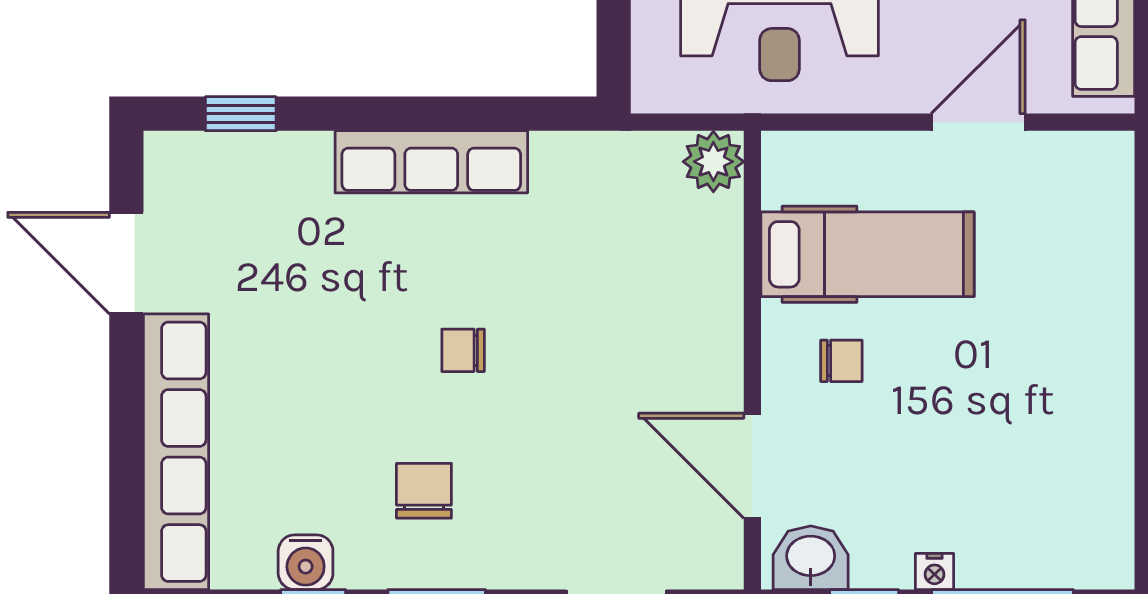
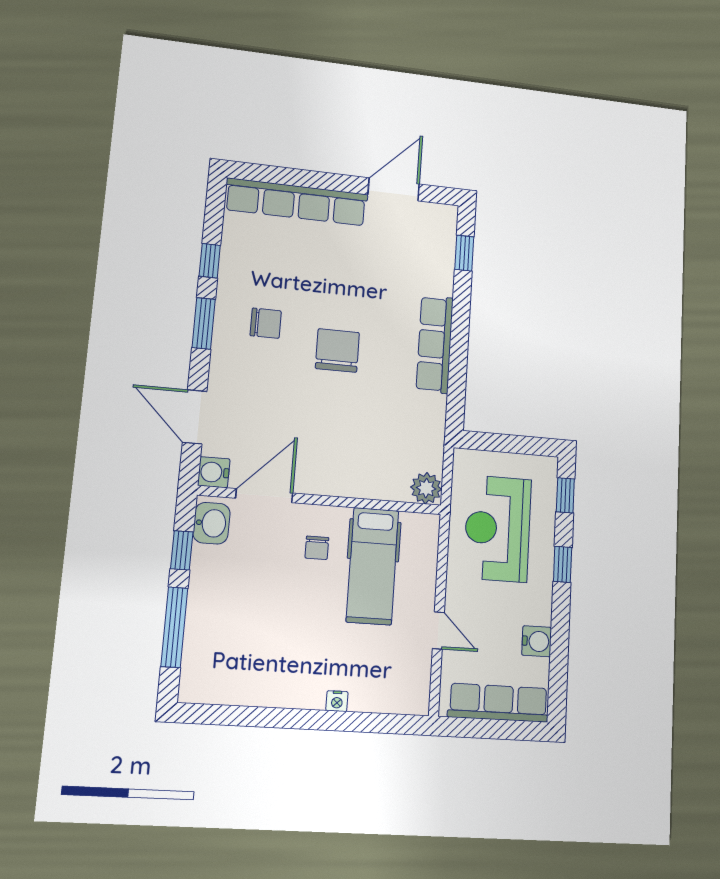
door: (978, 122) -> (438, 630), width x0.73
chair: (463, 350) -> (337, 350), width x1.87, depth x1.87
water cooler: (306, 562) -> (214, 472), moved
nightstand: (934, 571) -> (337, 701), moved, turned -90

